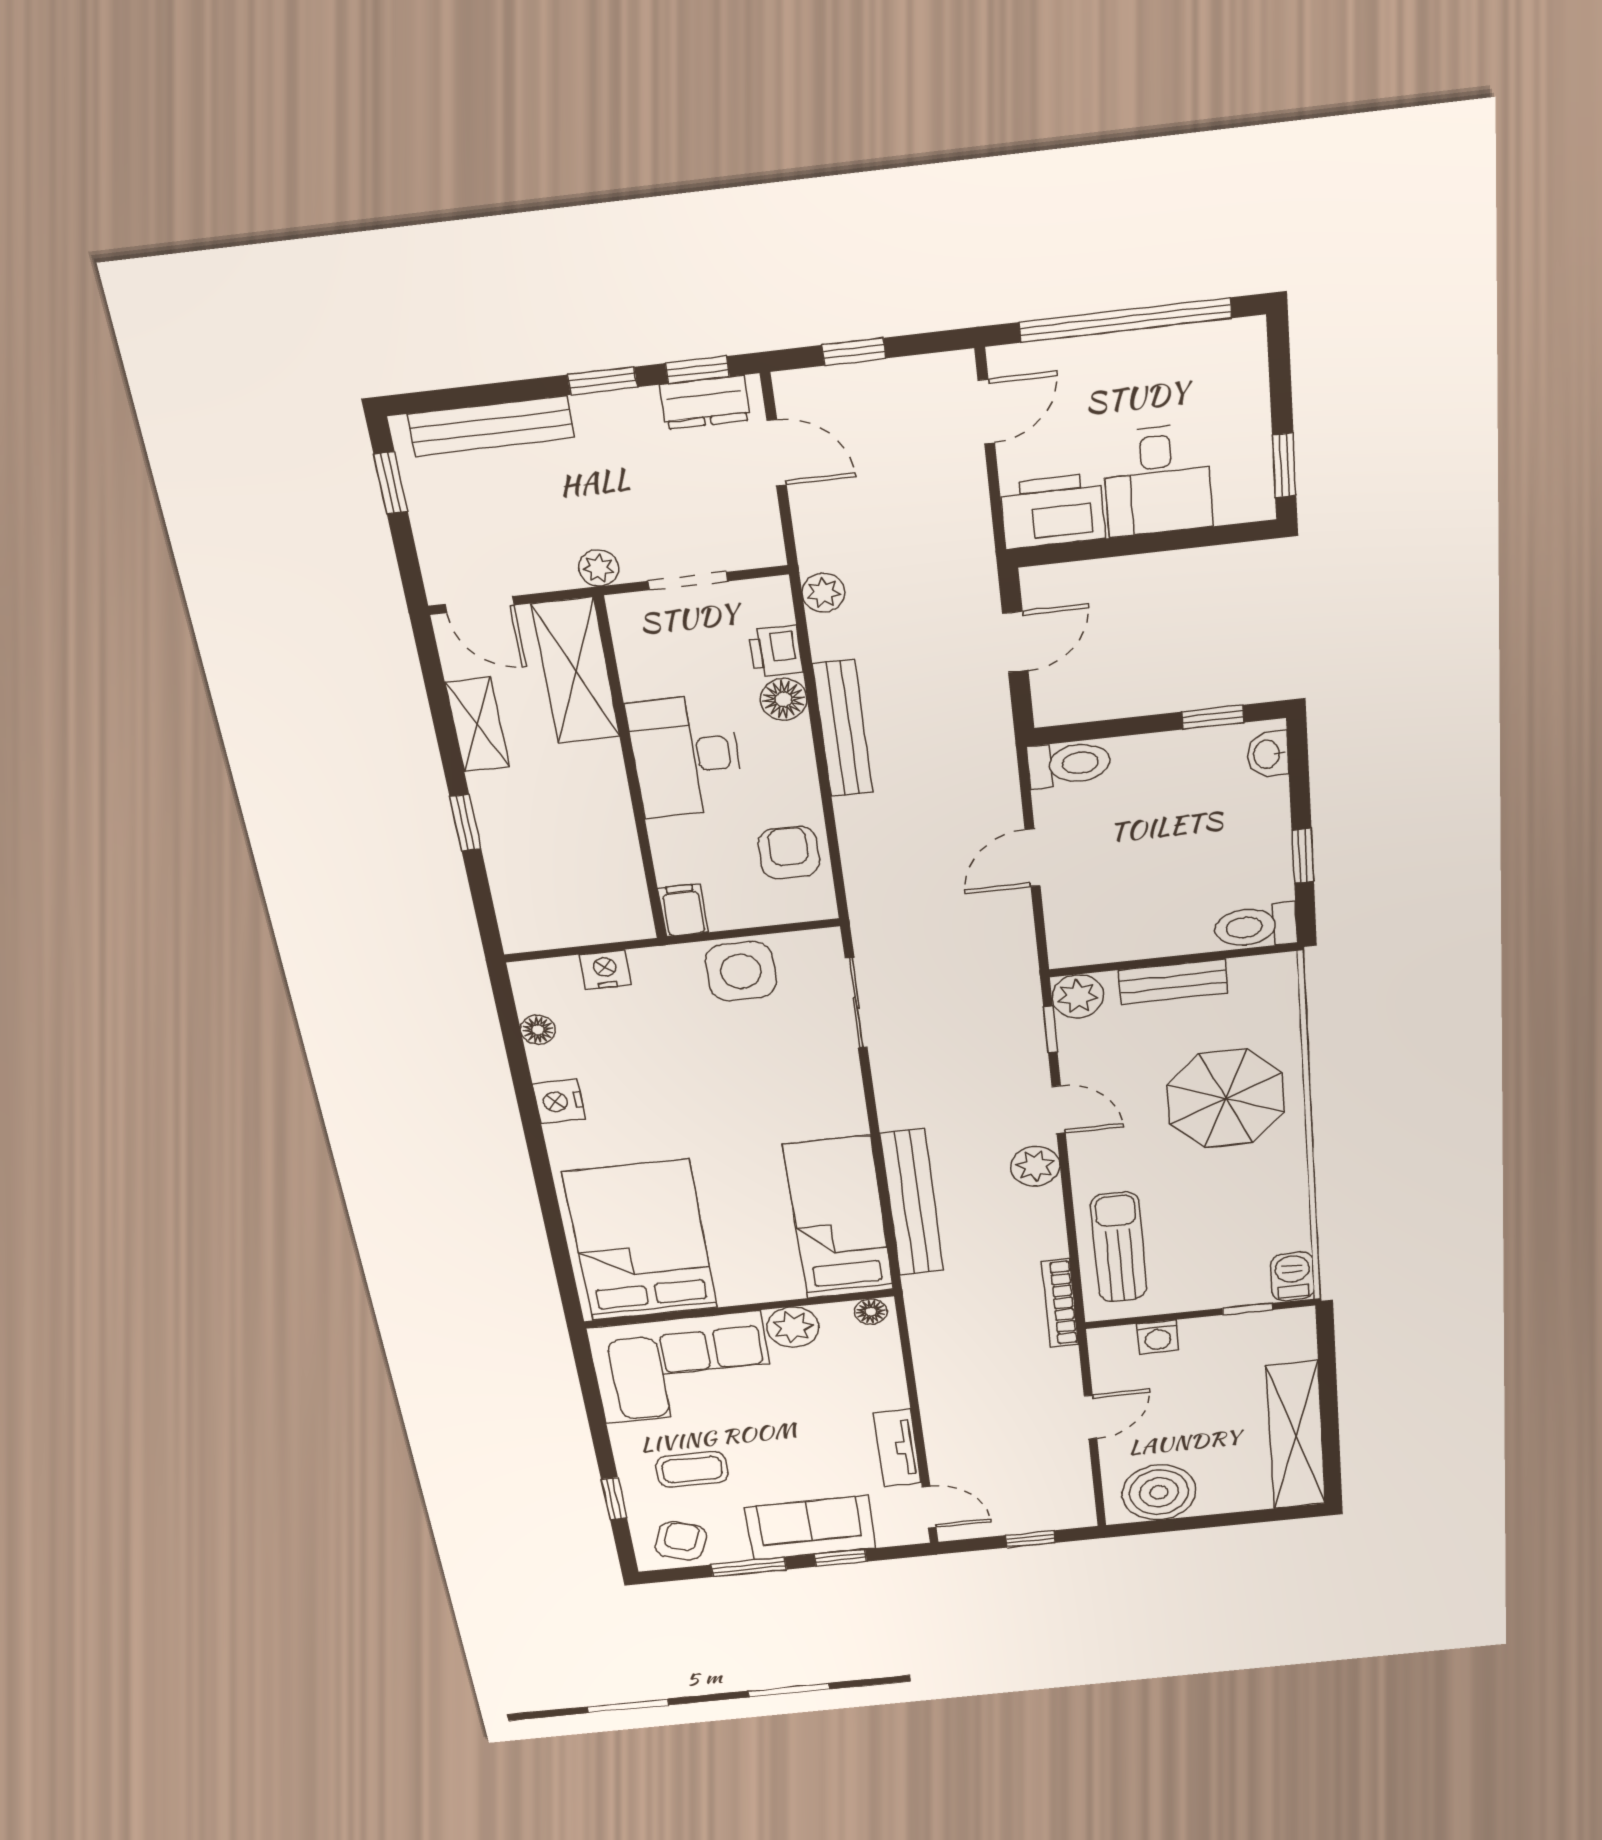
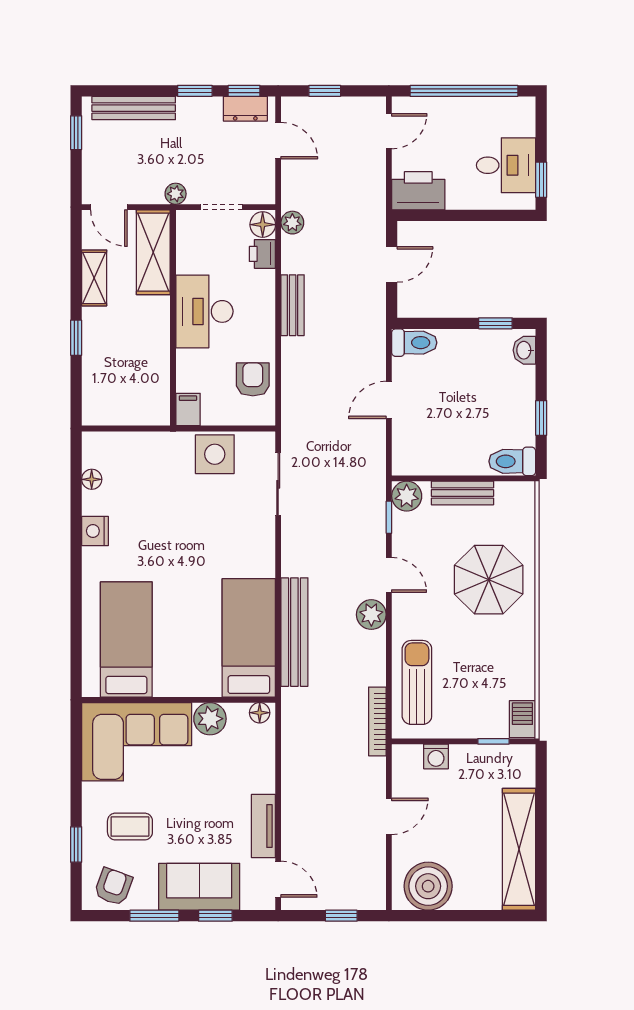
desk: (1157, 481) -> (506, 165), moved, turned -90
floor lamp: (784, 699) -> (263, 225), moved
bench: (843, 729) -> (293, 305), width x0.73
nightstand: (605, 970) -> (137, 443), removed
bed: (640, 1241) -> (126, 639), width x0.67

